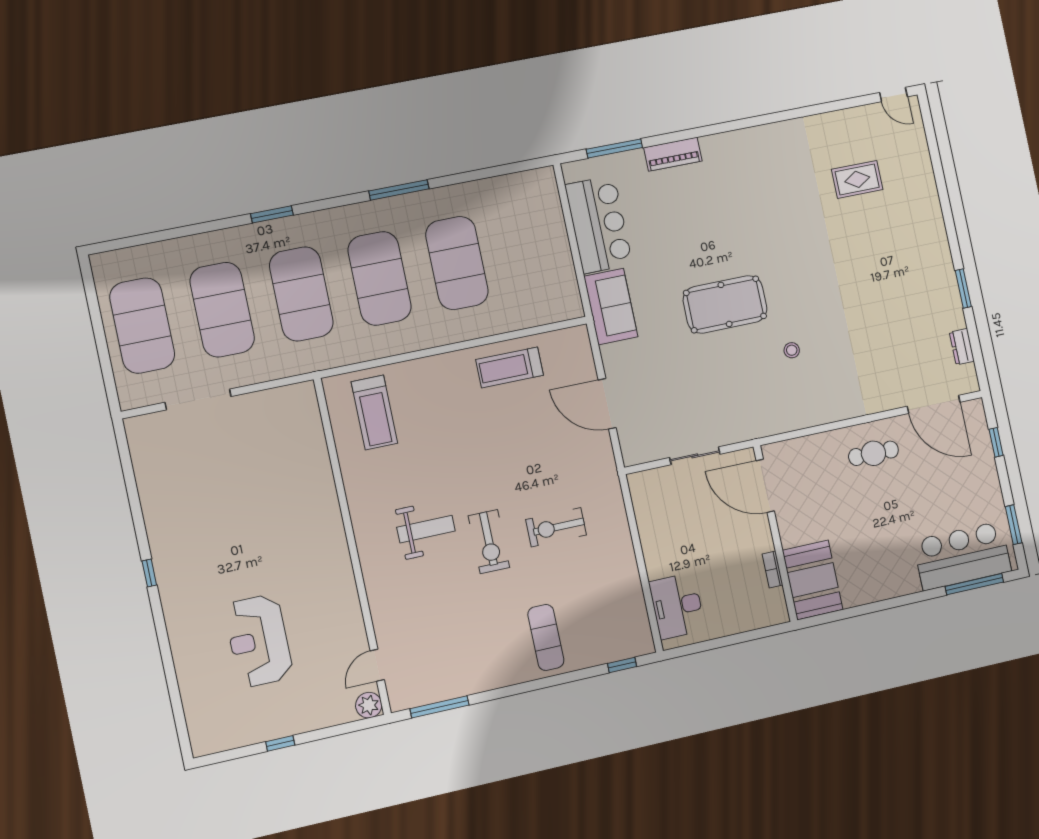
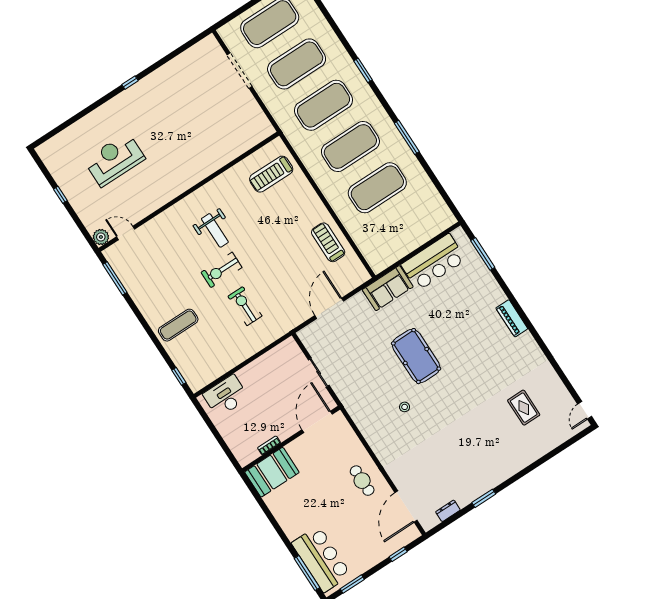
piano: (673, 154) -> (512, 318), moved

